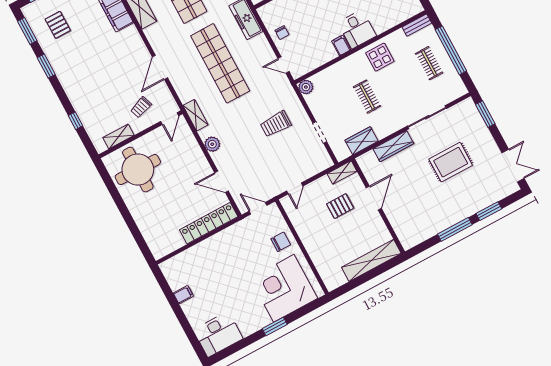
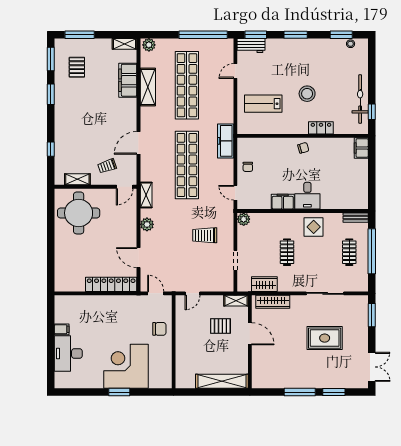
filing cabinet: (341, 45) -> (283, 202), width x2.00
wardrobe: (393, 146) -> (273, 302), moved
door: (374, 198) -> (250, 334), hinge flipped
corner desk: (284, 288) -> (126, 366), moved
desk: (218, 334) -> (68, 353), moved, turned 90

